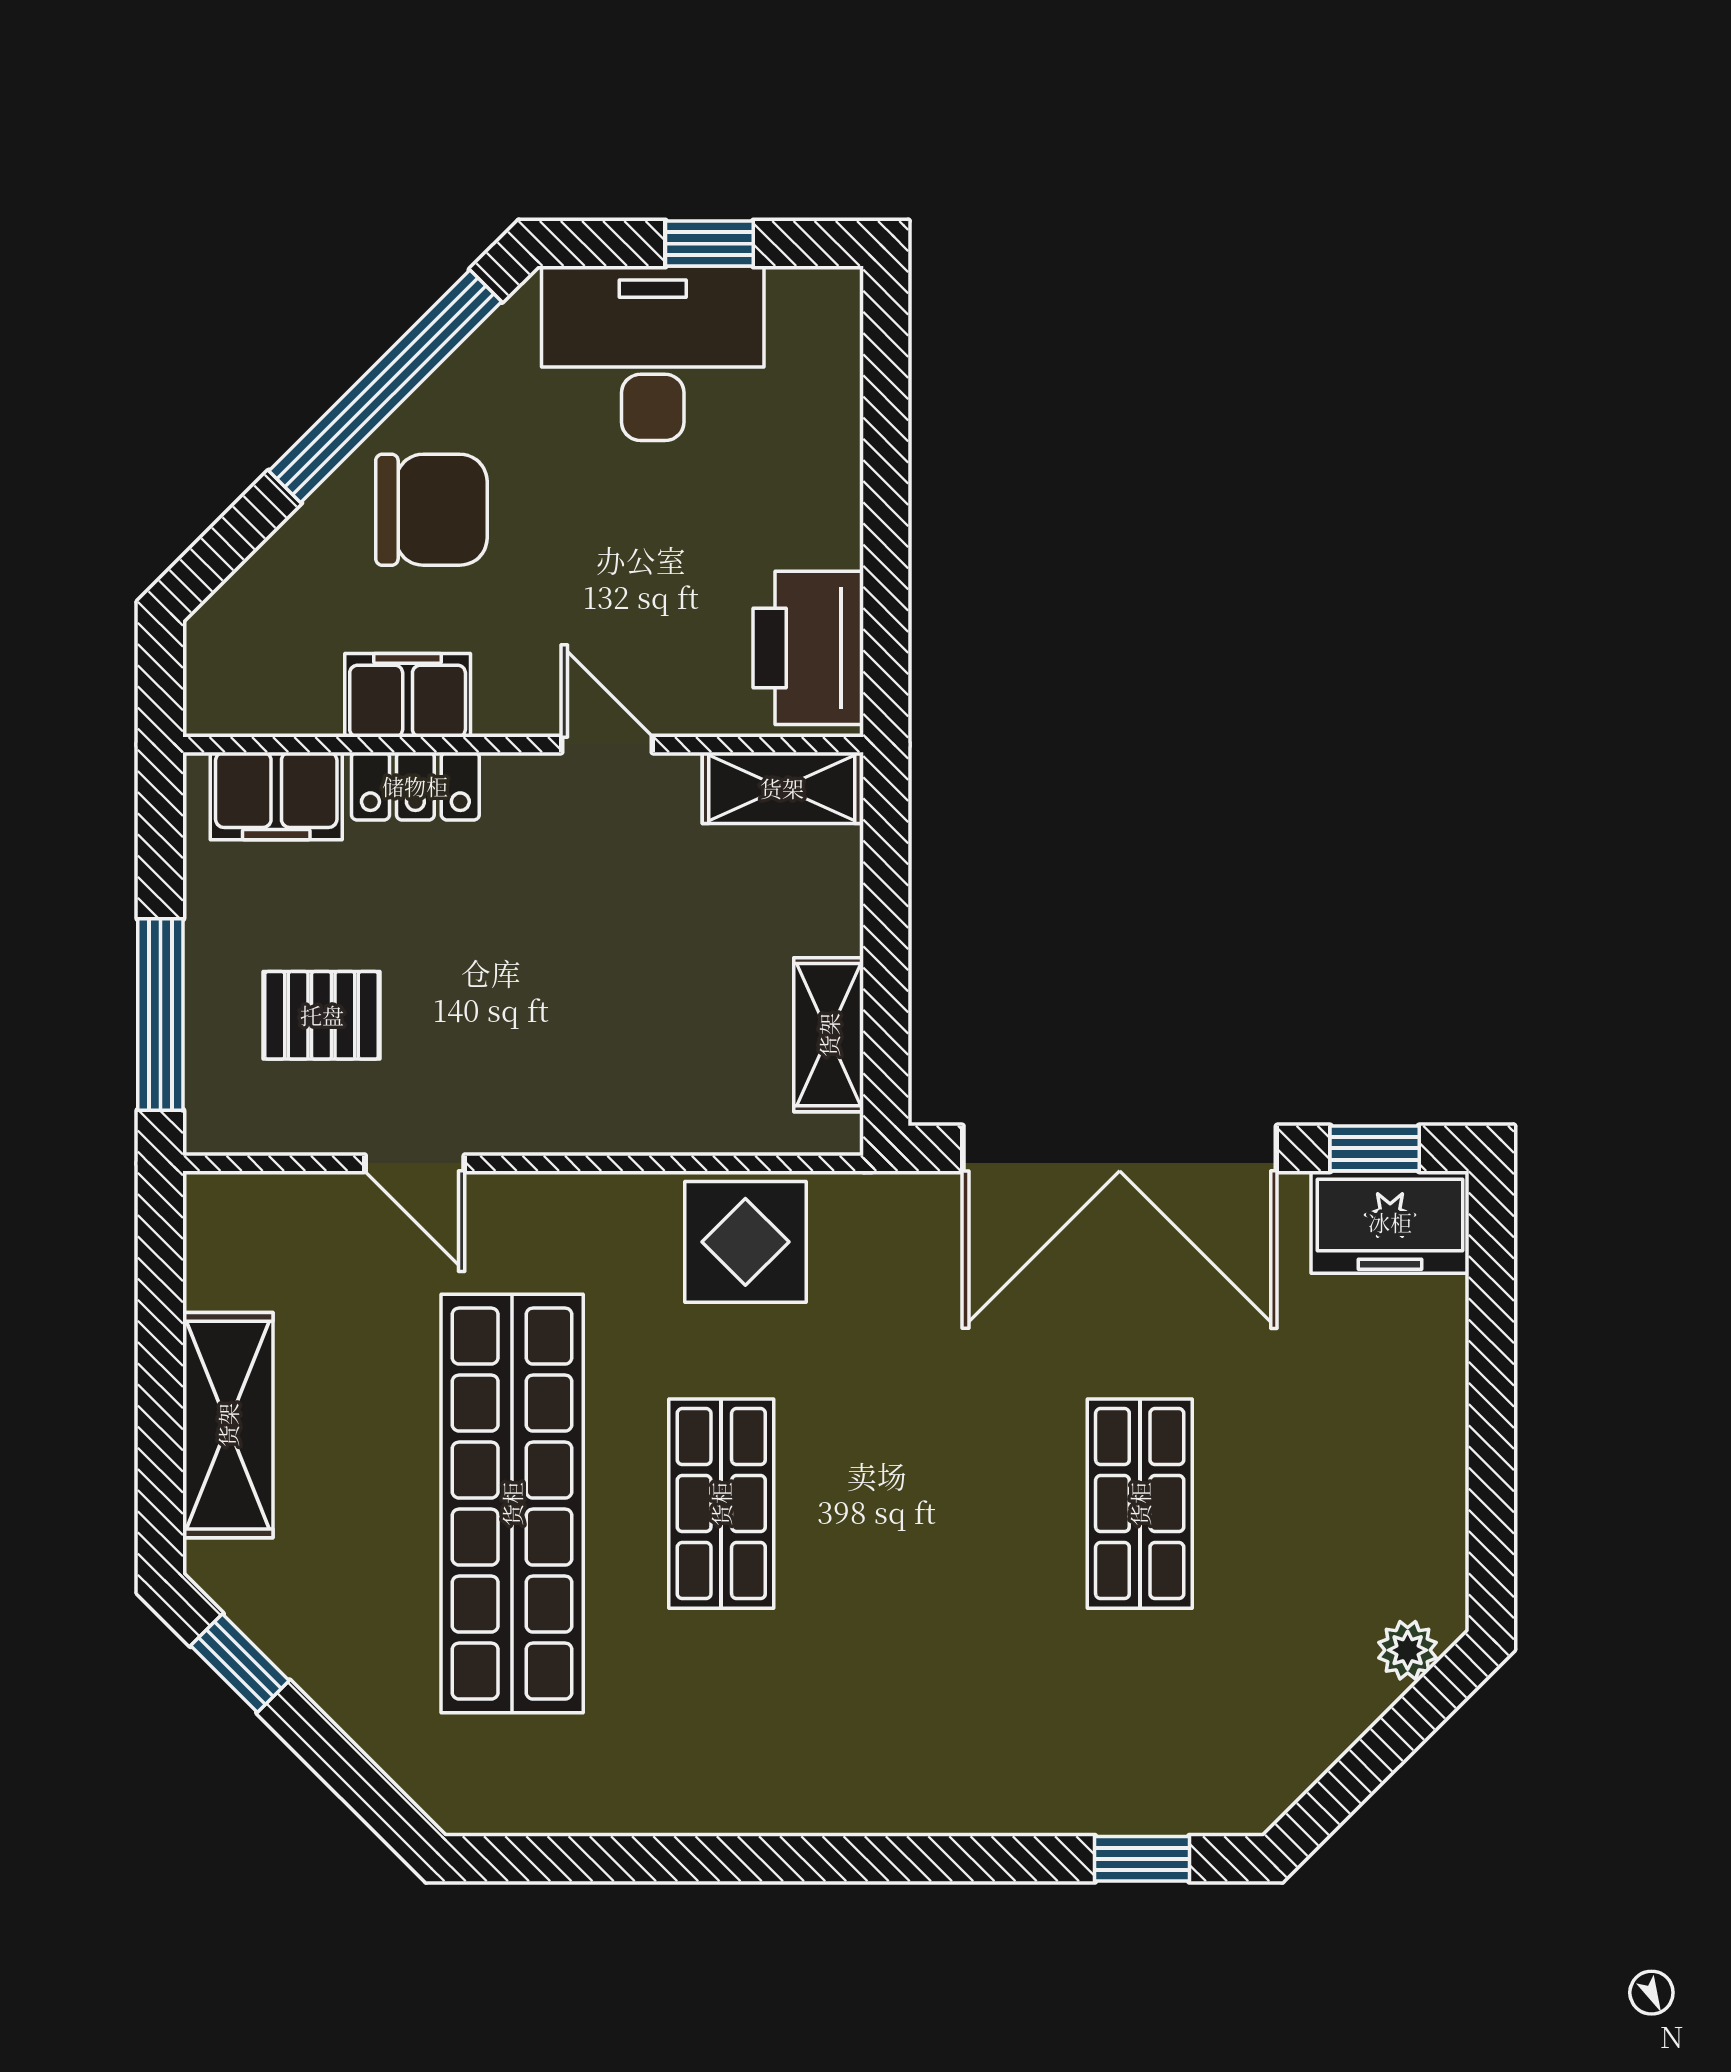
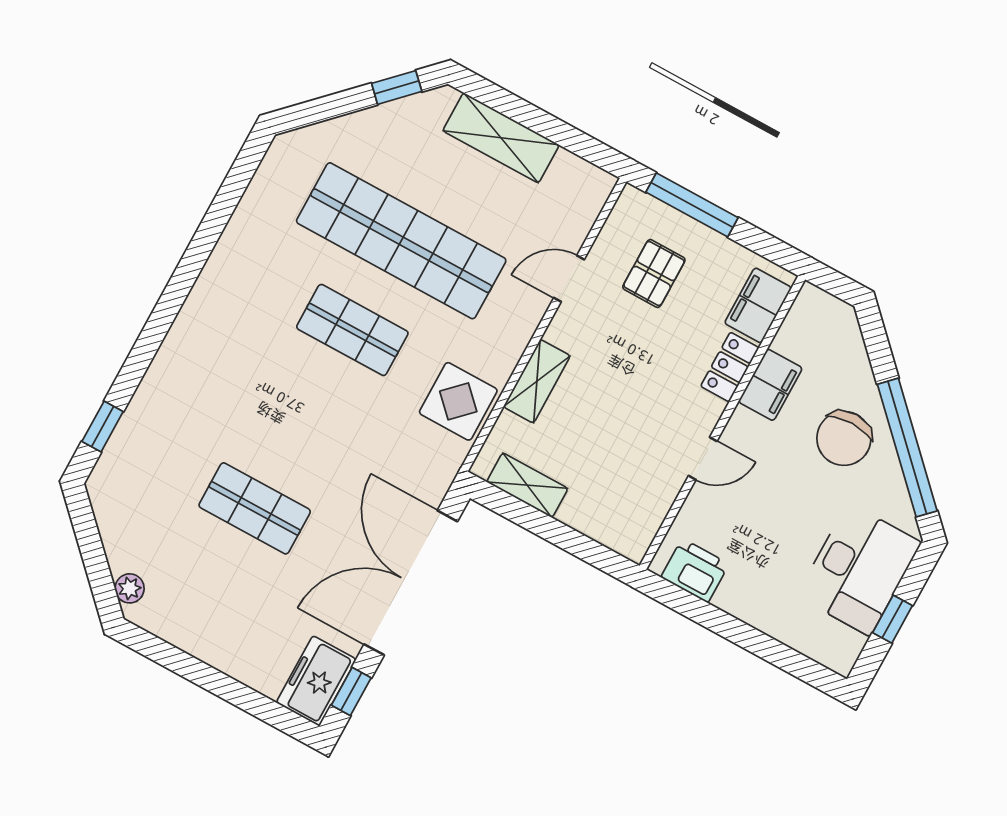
printer: (808, 648) -> (695, 571), width x0.73, depth x0.84
shelving: (782, 788) -> (537, 381), moved

